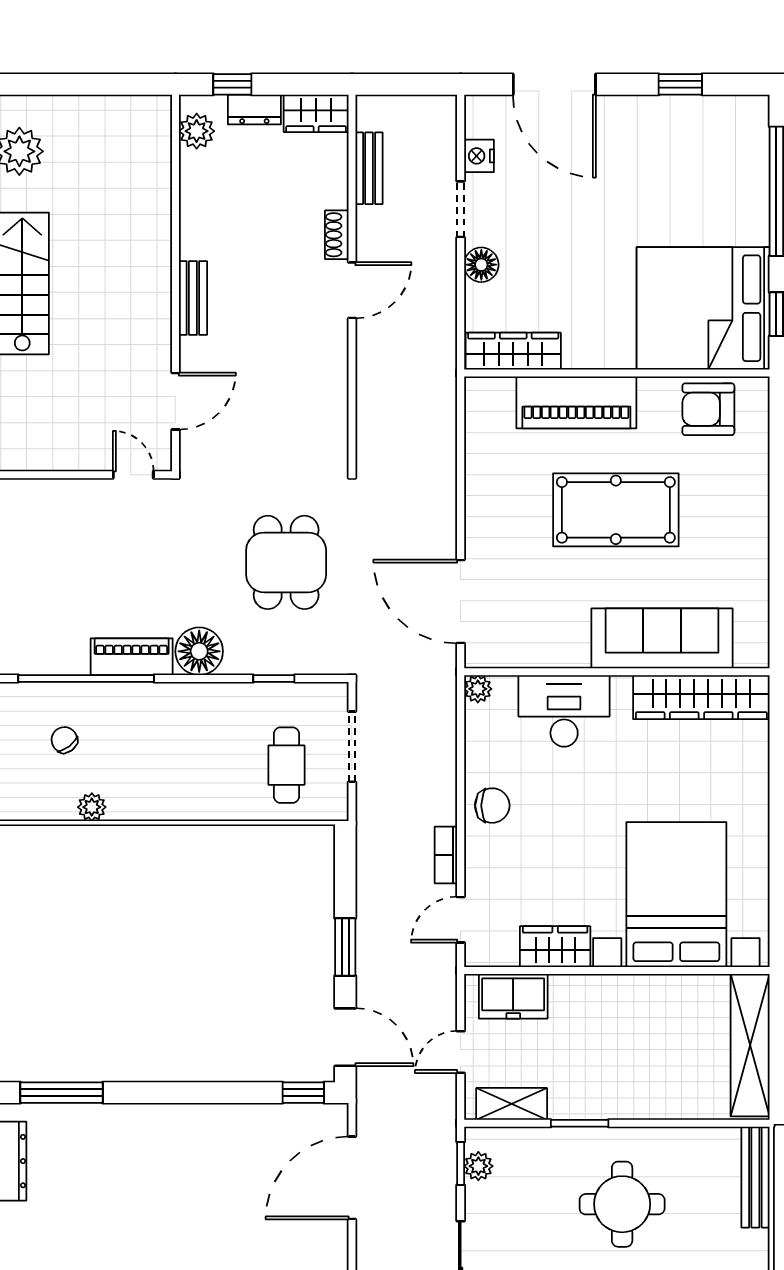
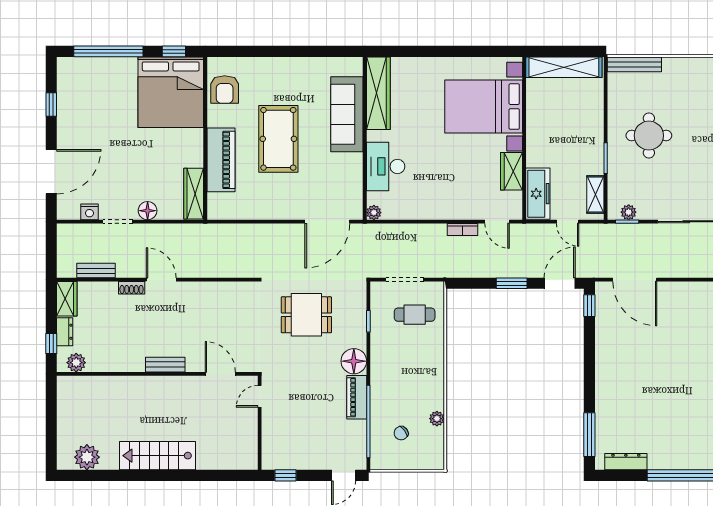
chair: (492, 806) -> (436, 205), removed
freezer: (513, 996) -> (538, 194), width x1.40

